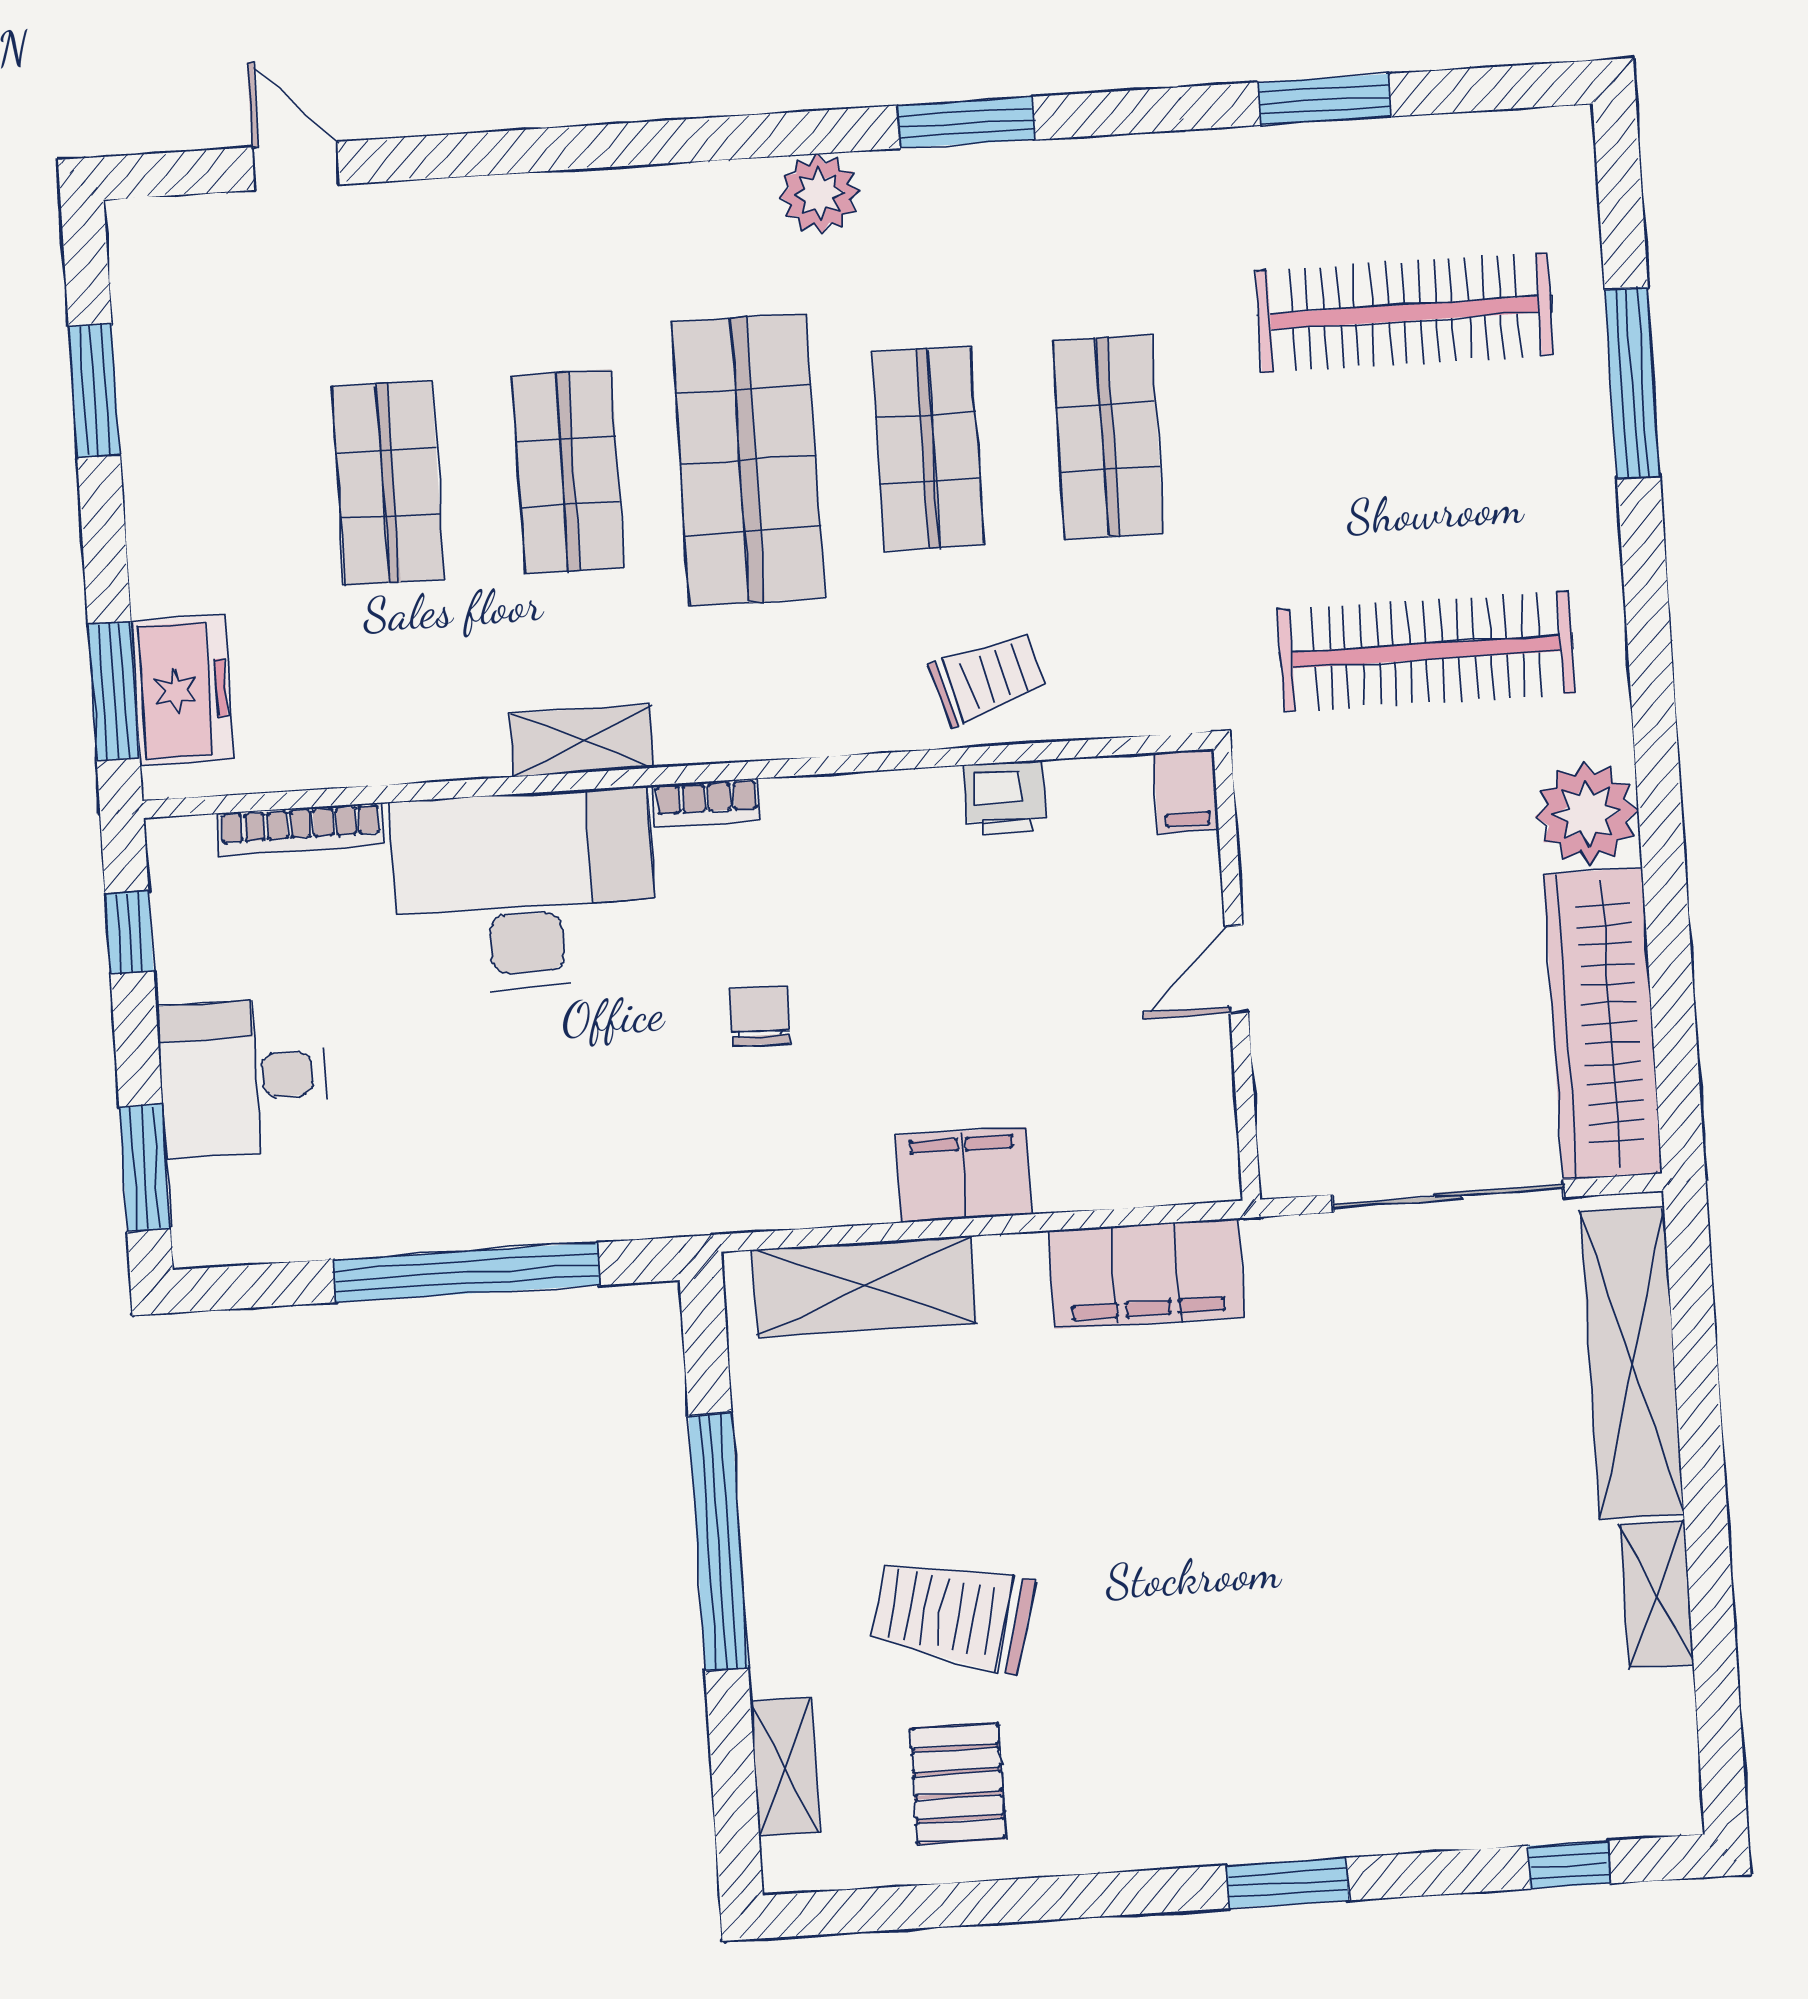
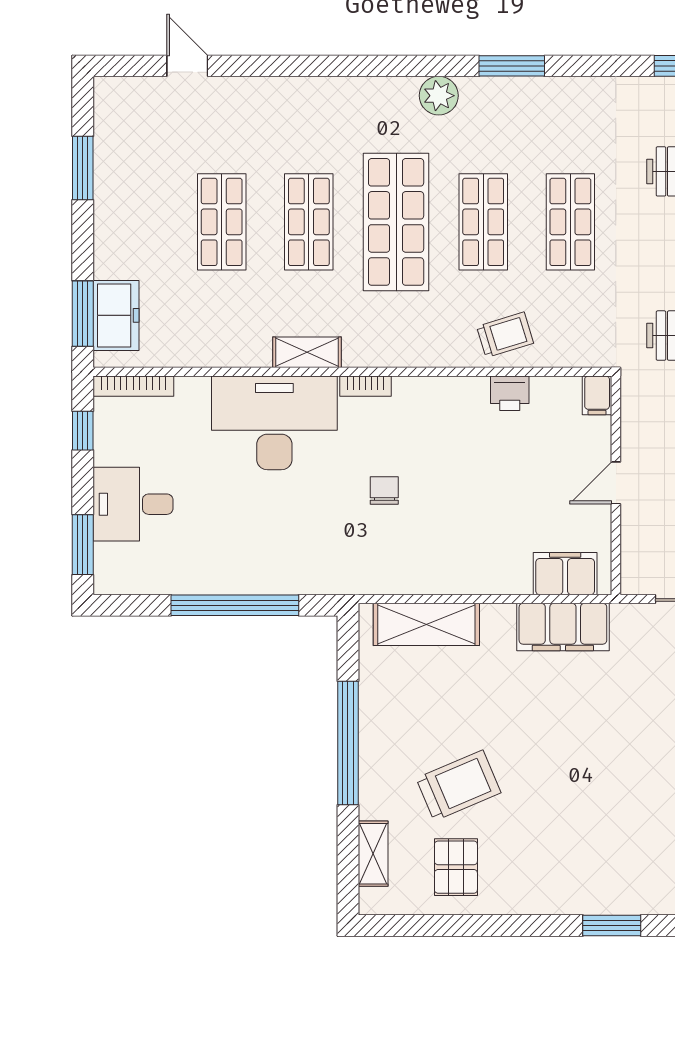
bookcase: (301, 829) -> (133, 386), moved
filing cabinet: (963, 1175) -> (565, 574), moved
trolley: (952, 1614) -> (458, 785), turned 143

